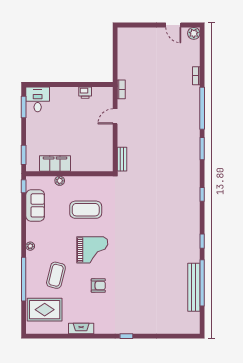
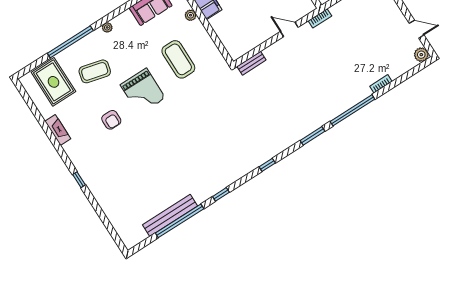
door: (173, 25) -> (417, 29), swing flipped

